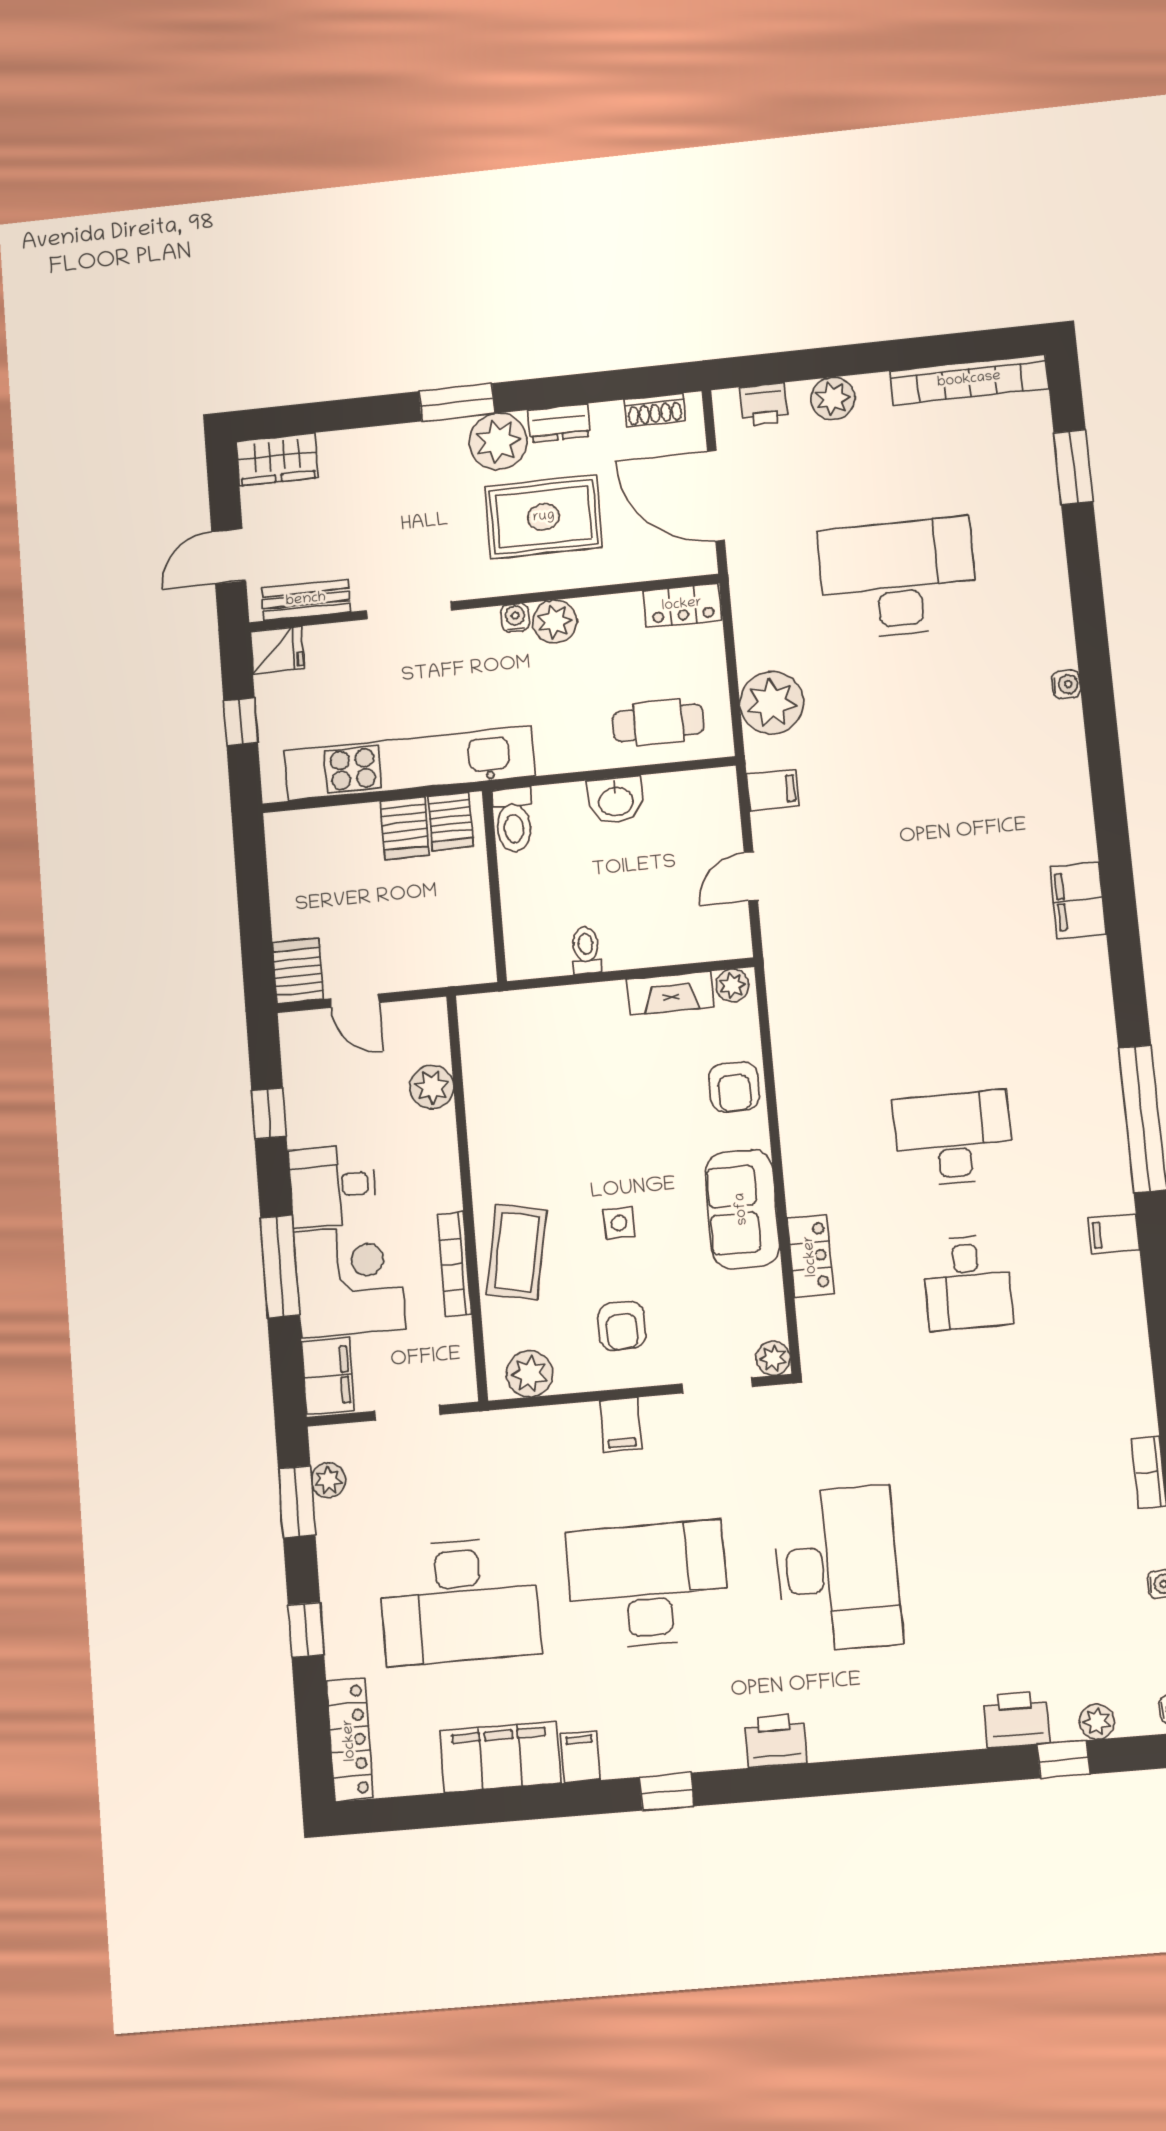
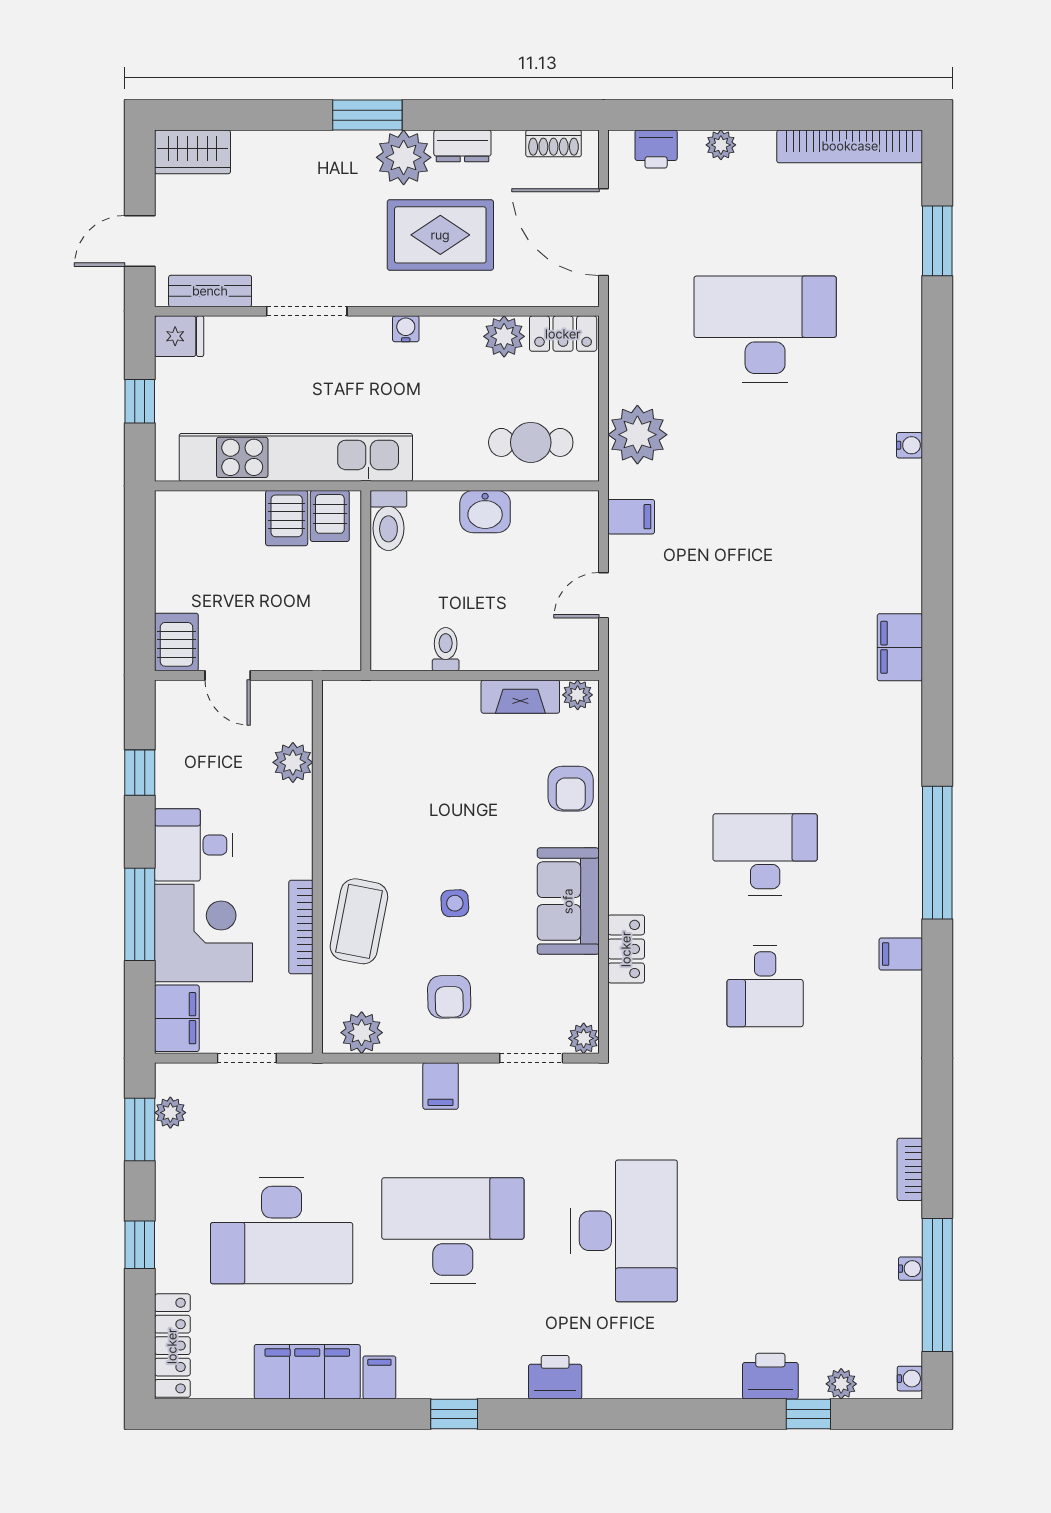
plant: (833, 399) -> (721, 145), width x0.73, depth x0.73
plant: (555, 621) -> (504, 336), moved

